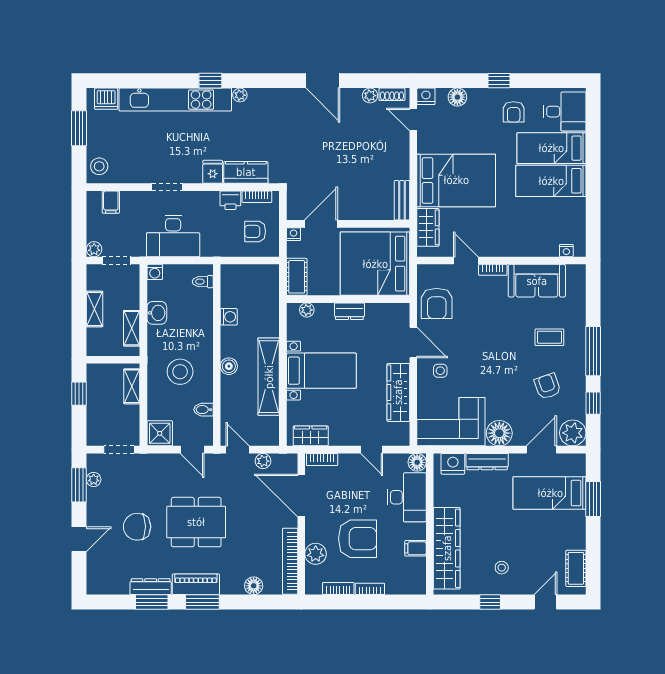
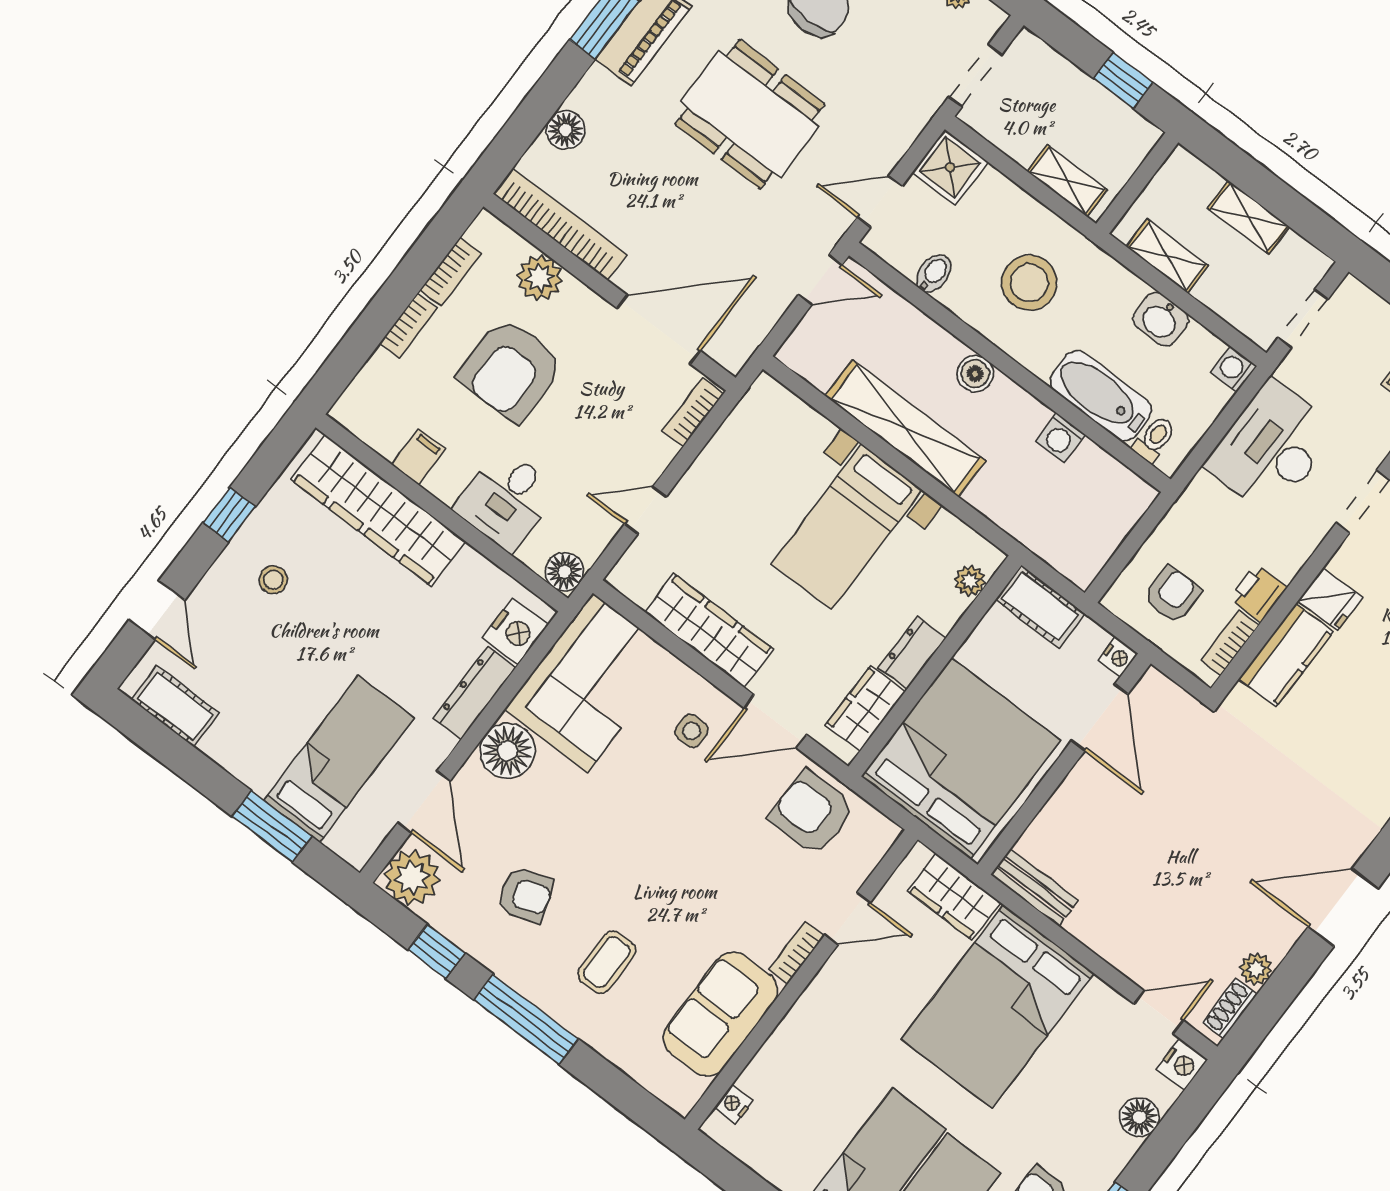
plant: (94, 249) -> (1352, 295), removed
bathtub: (202, 314) -> (1101, 396), added
wardrobe: (311, 436) -> (865, 708), moved, turned 180
plant: (263, 461) -> (768, 309), removed
desk: (407, 497) -> (506, 500), width x0.73
dining table: (196, 522) -> (750, 114), turned 90

